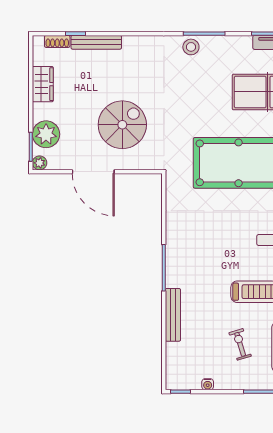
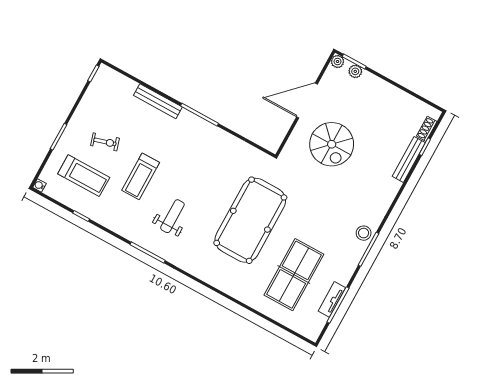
wardrobe: (43, 84) -> (399, 99), removed
plant: (46, 134) -> (355, 71), width x0.53, depth x0.53
water cooler: (208, 384) -> (87, 98), removed

